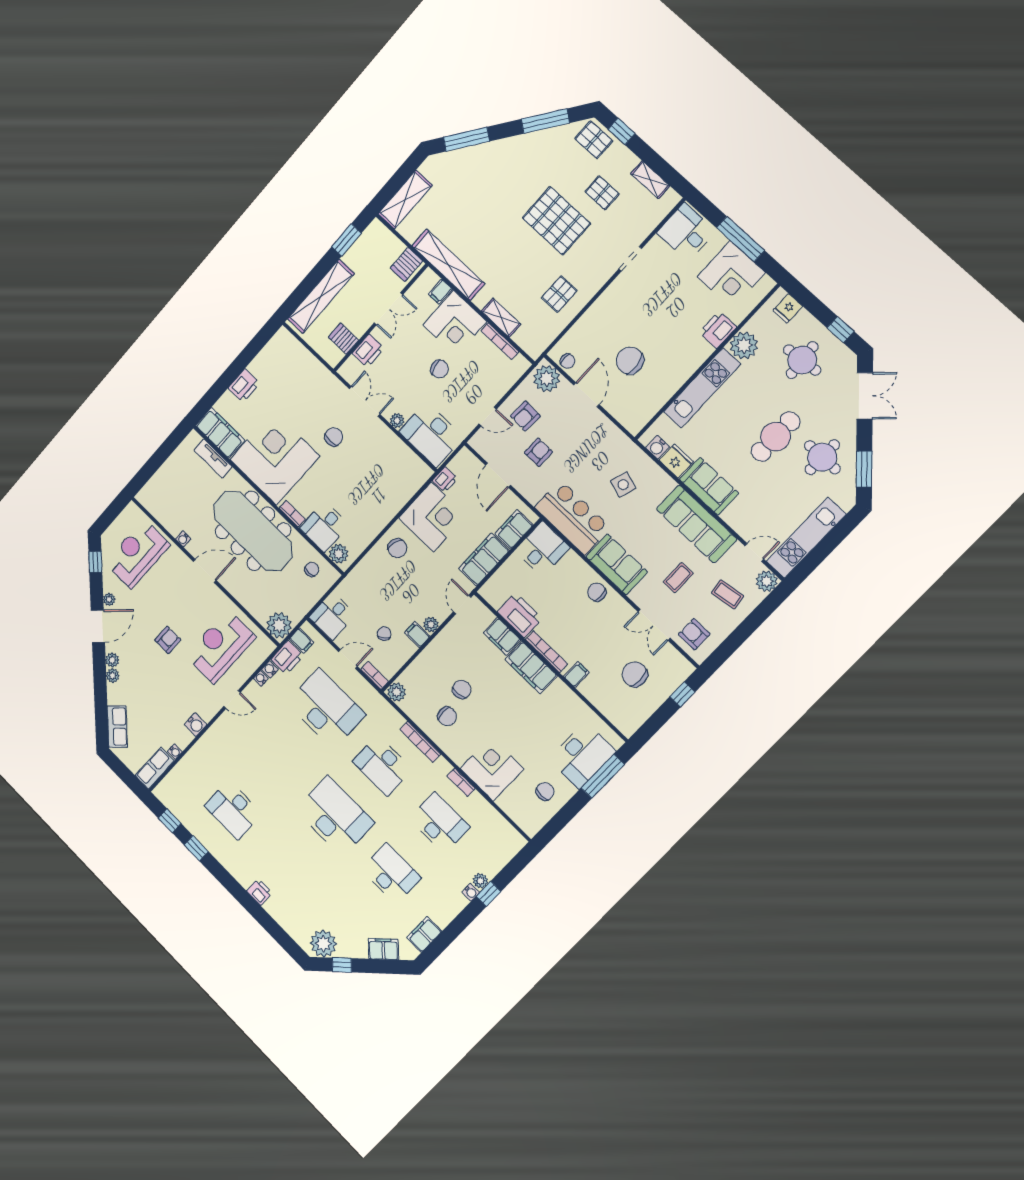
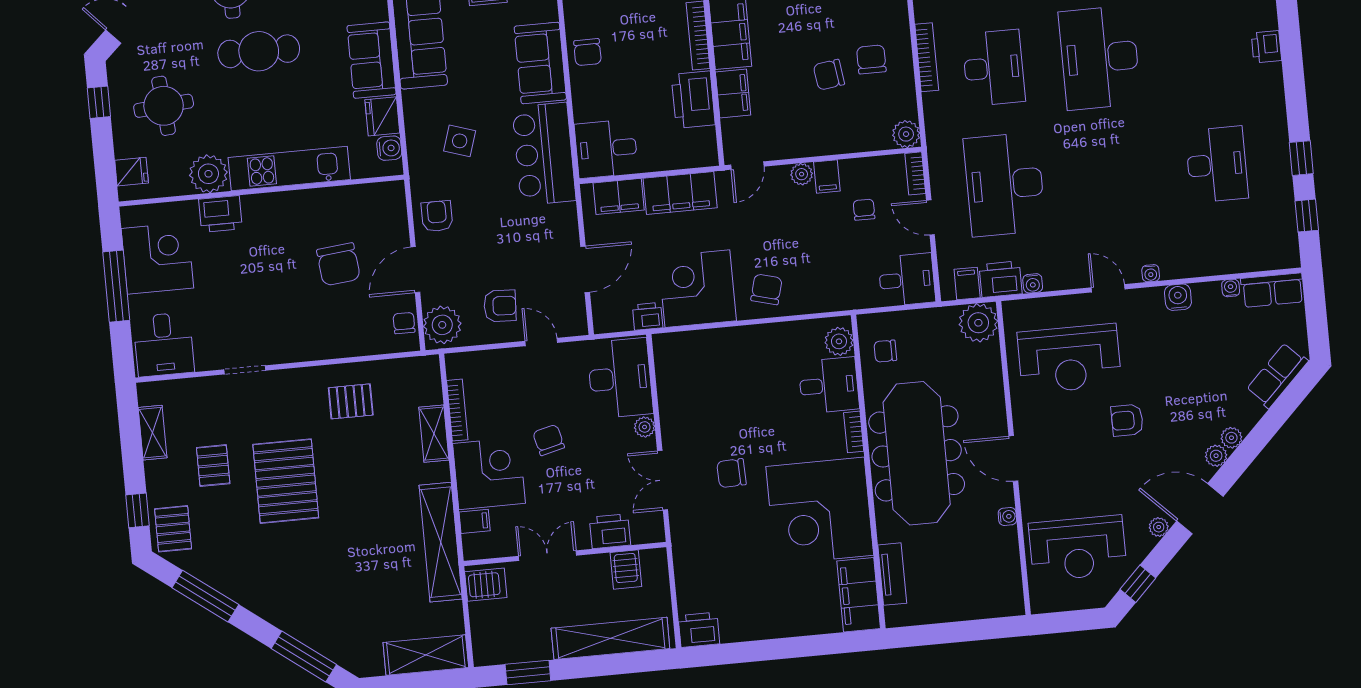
printer: (244, 386) -> (699, 630), moved
armchair: (538, 452) -> (437, 216), moved, turned 90
chair: (384, 634) -> (864, 210), turned 127
water cooler: (261, 678) -> (1151, 273), moved

